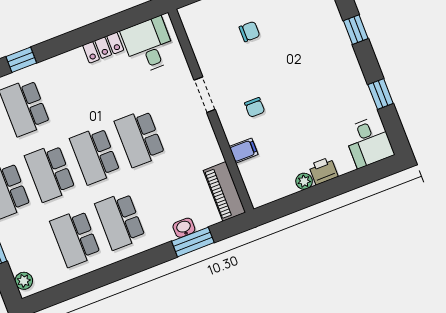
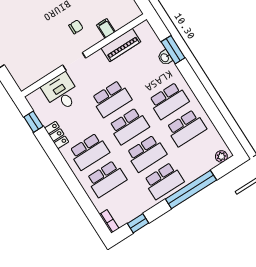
chair: (249, 31) -> (26, 40), removed
desk: (149, 45) -> (61, 92), moved, turned 90
window: (21, 60) -> (33, 122), moved
school desk: (70, 90) -> (89, 151), added
piano: (224, 191) -> (121, 45), moved

